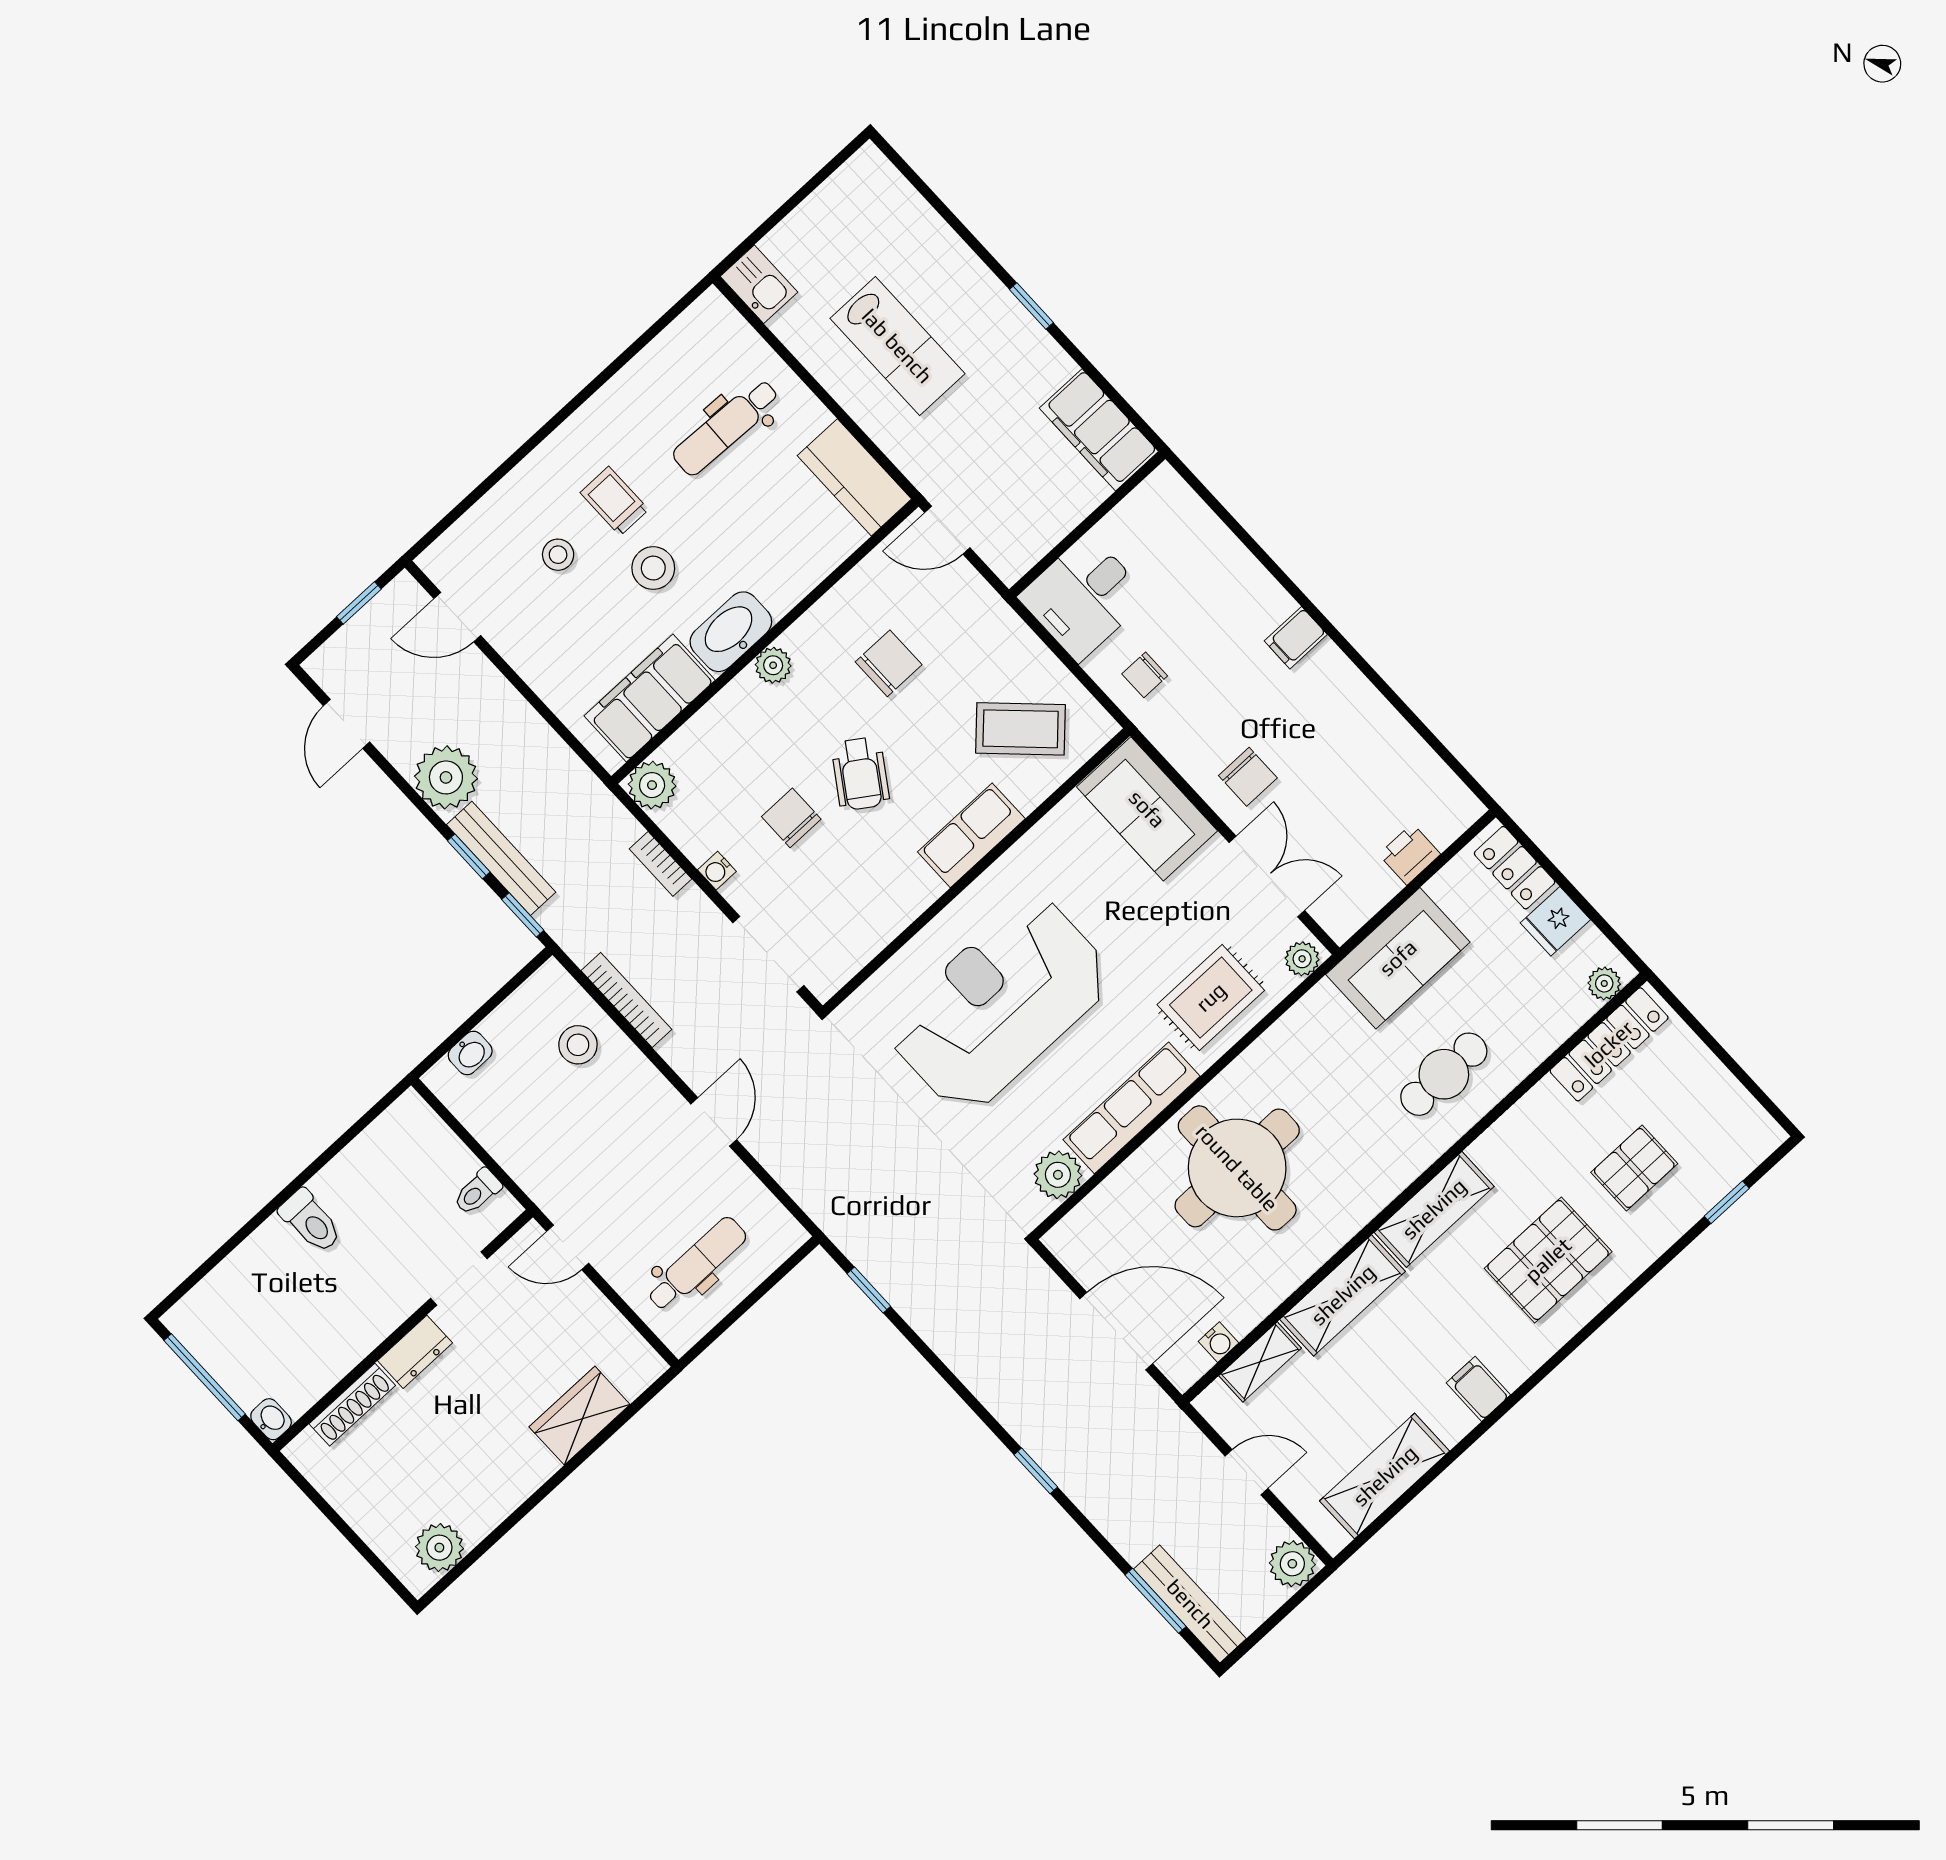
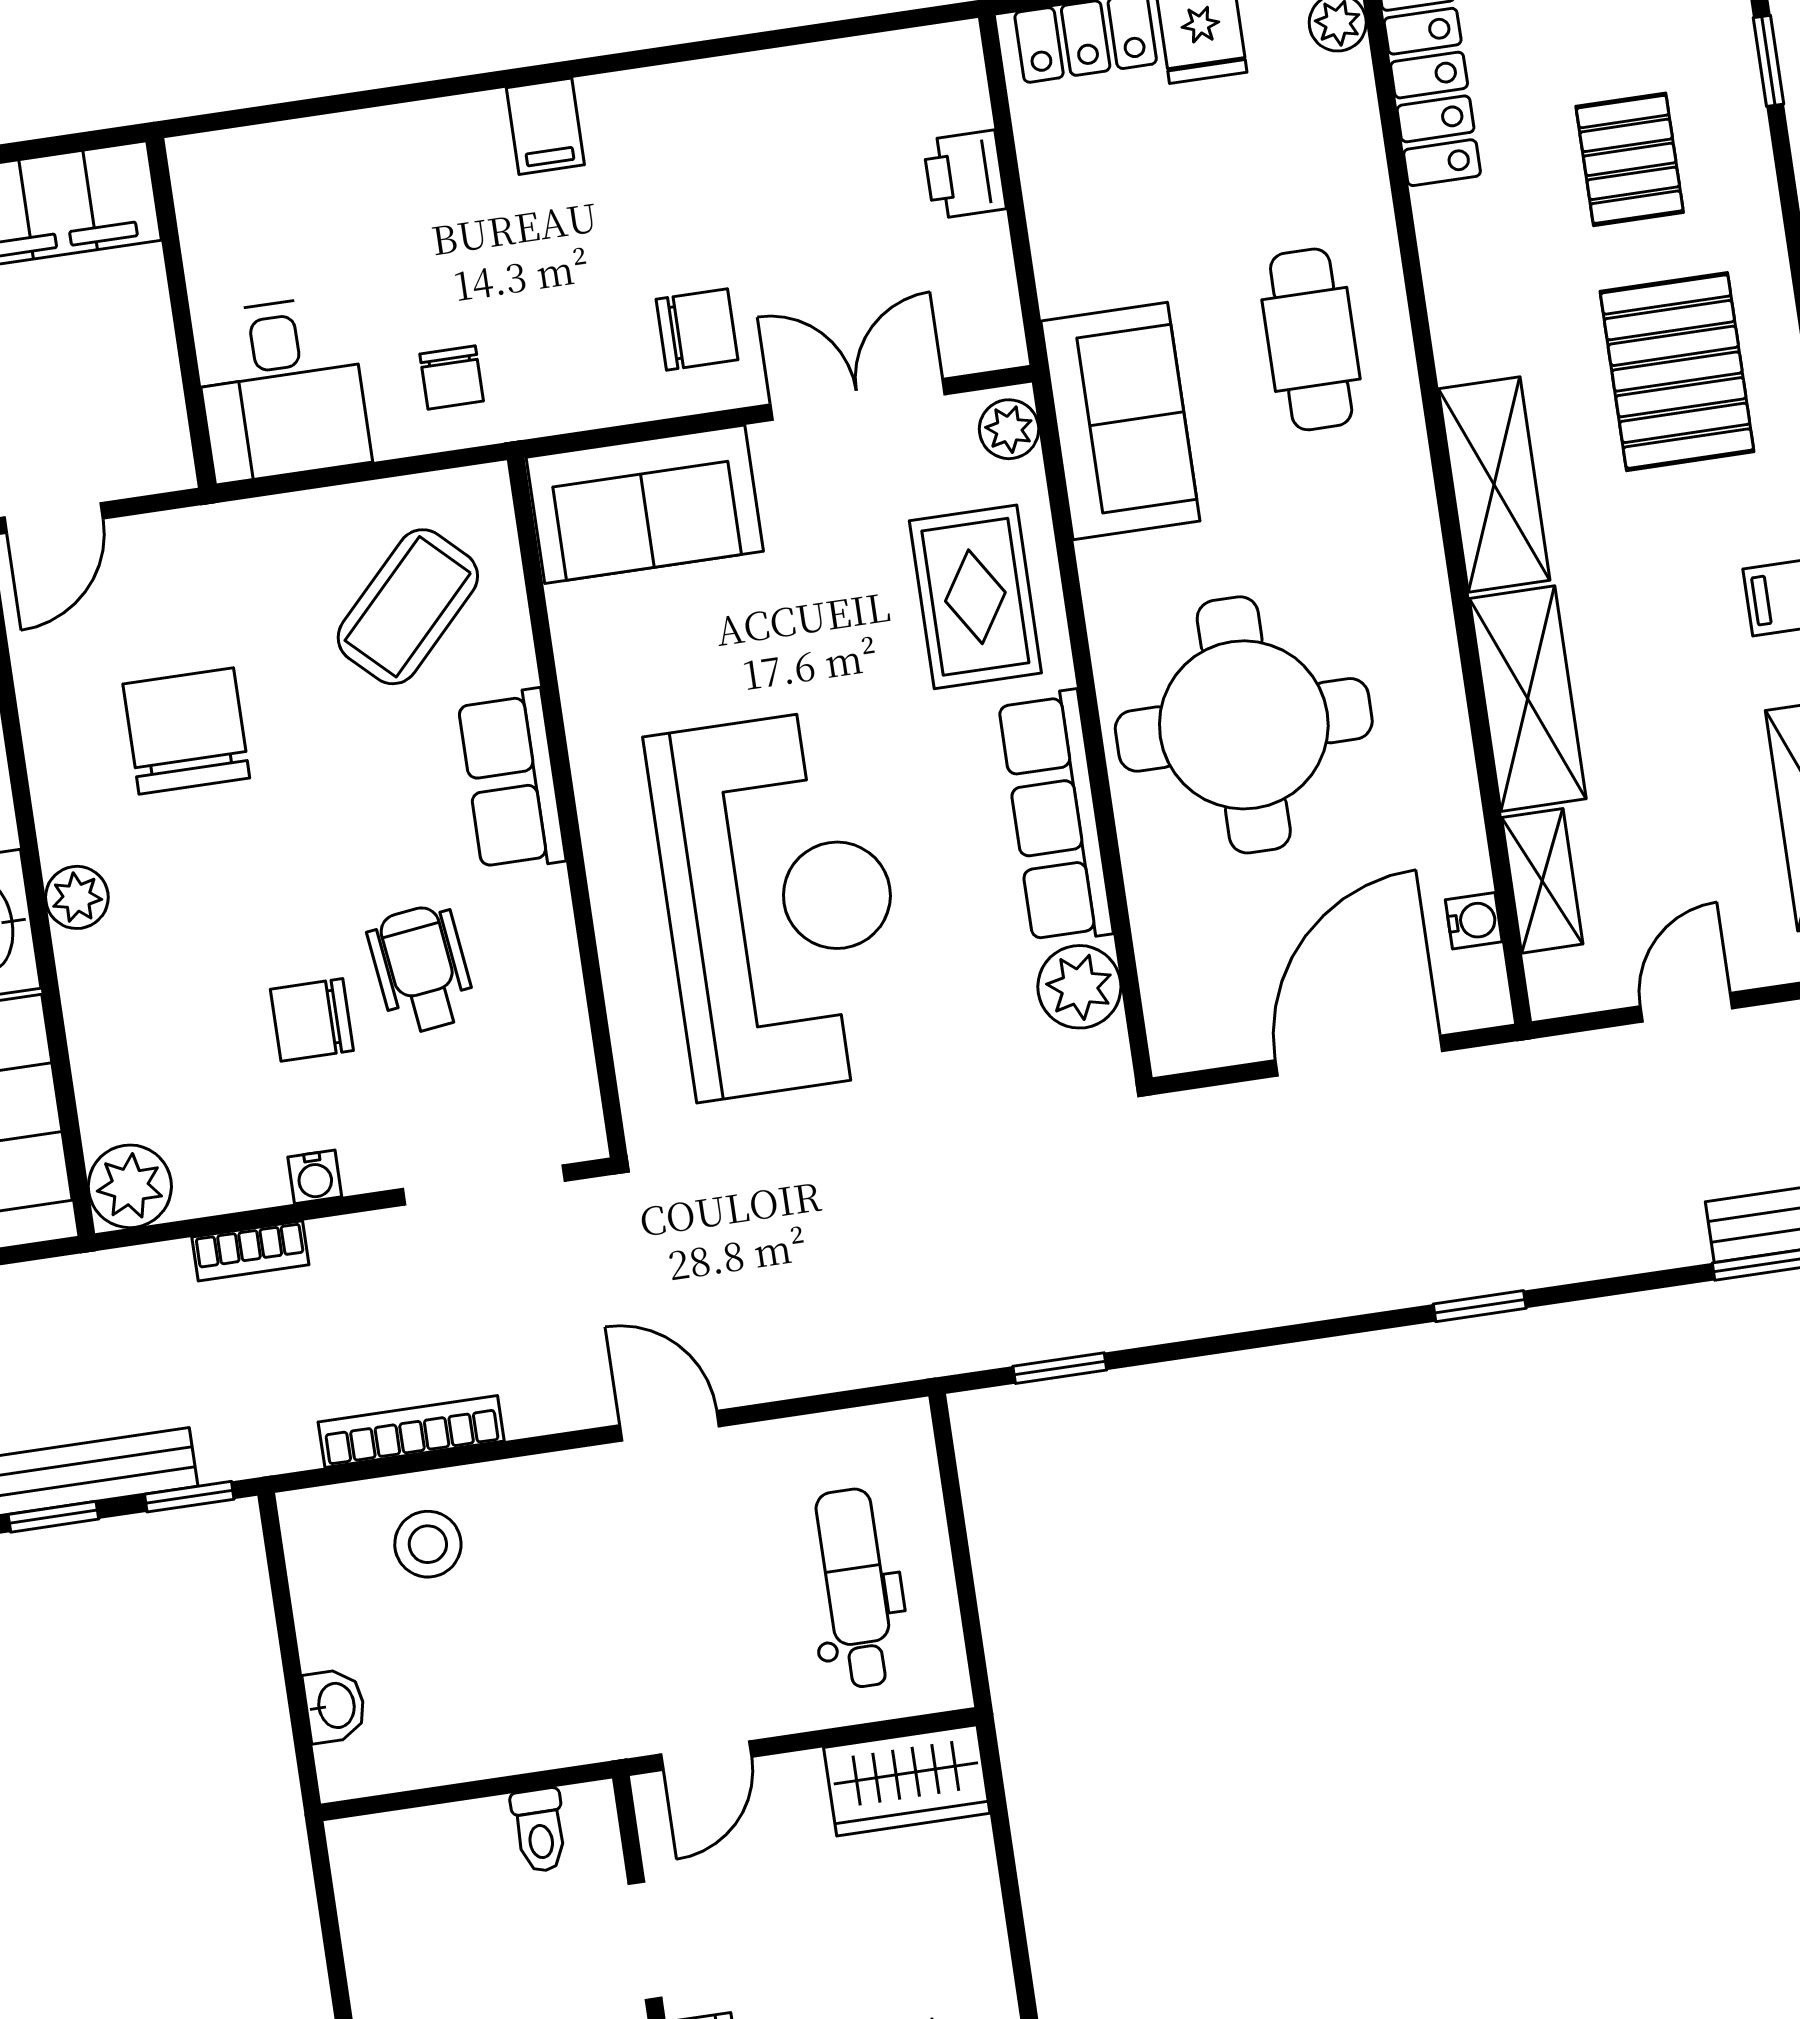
chair: (889, 663) -> (186, 731), width x1.37, depth x1.37
wheelchair: (860, 774) -> (421, 969), moved, turned -131
sofa: (1398, 958) -> (1120, 421), moved
reception desk: (1000, 1004) -> (780, 904), turned 180
wardrobe: (580, 1416) -> (907, 1780), moved, turned -90

